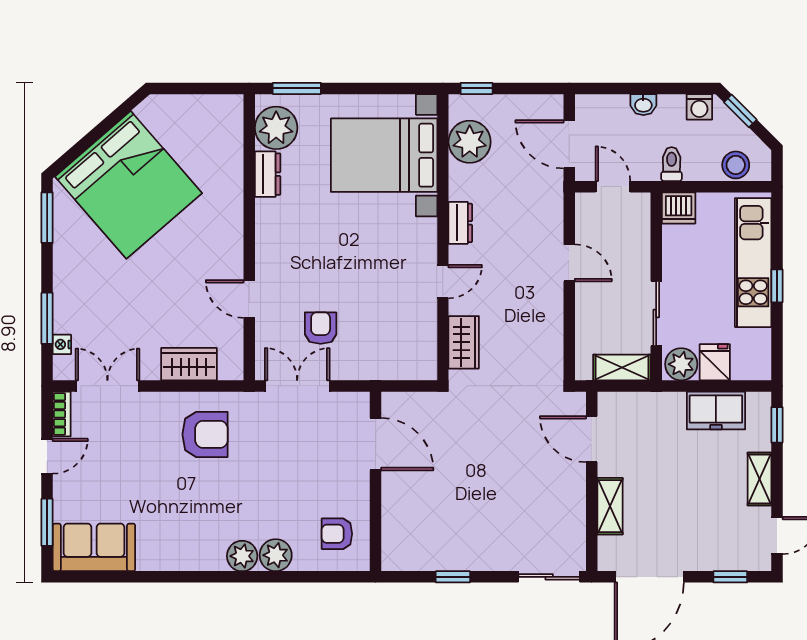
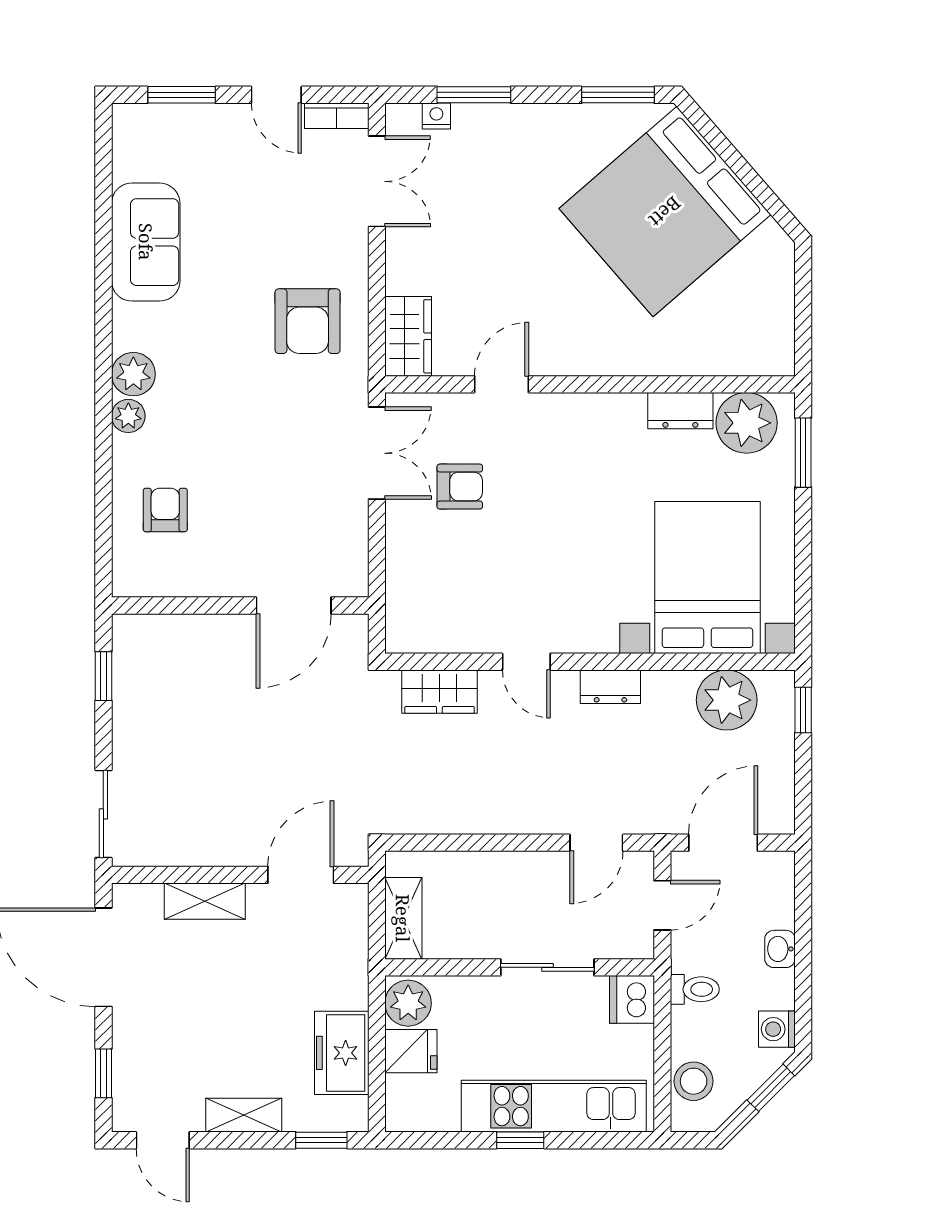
door: (569, 263) -> (596, 843), moved
sliding door: (656, 313) -> (547, 967), moved
wardrobe: (189, 364) -> (408, 336), moved
door: (376, 444) -> (294, 605), moved
wall: (376, 481) -> (240, 605), moved
sofa: (94, 547) -> (146, 242), moved
plant: (276, 555) -> (128, 416), width x0.73, depth x0.73

